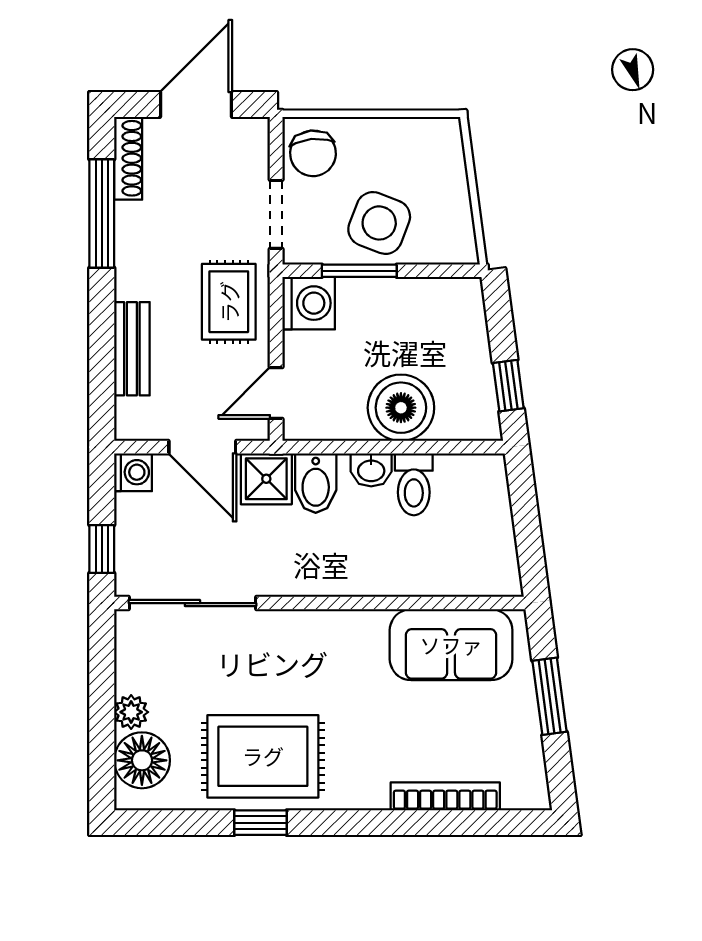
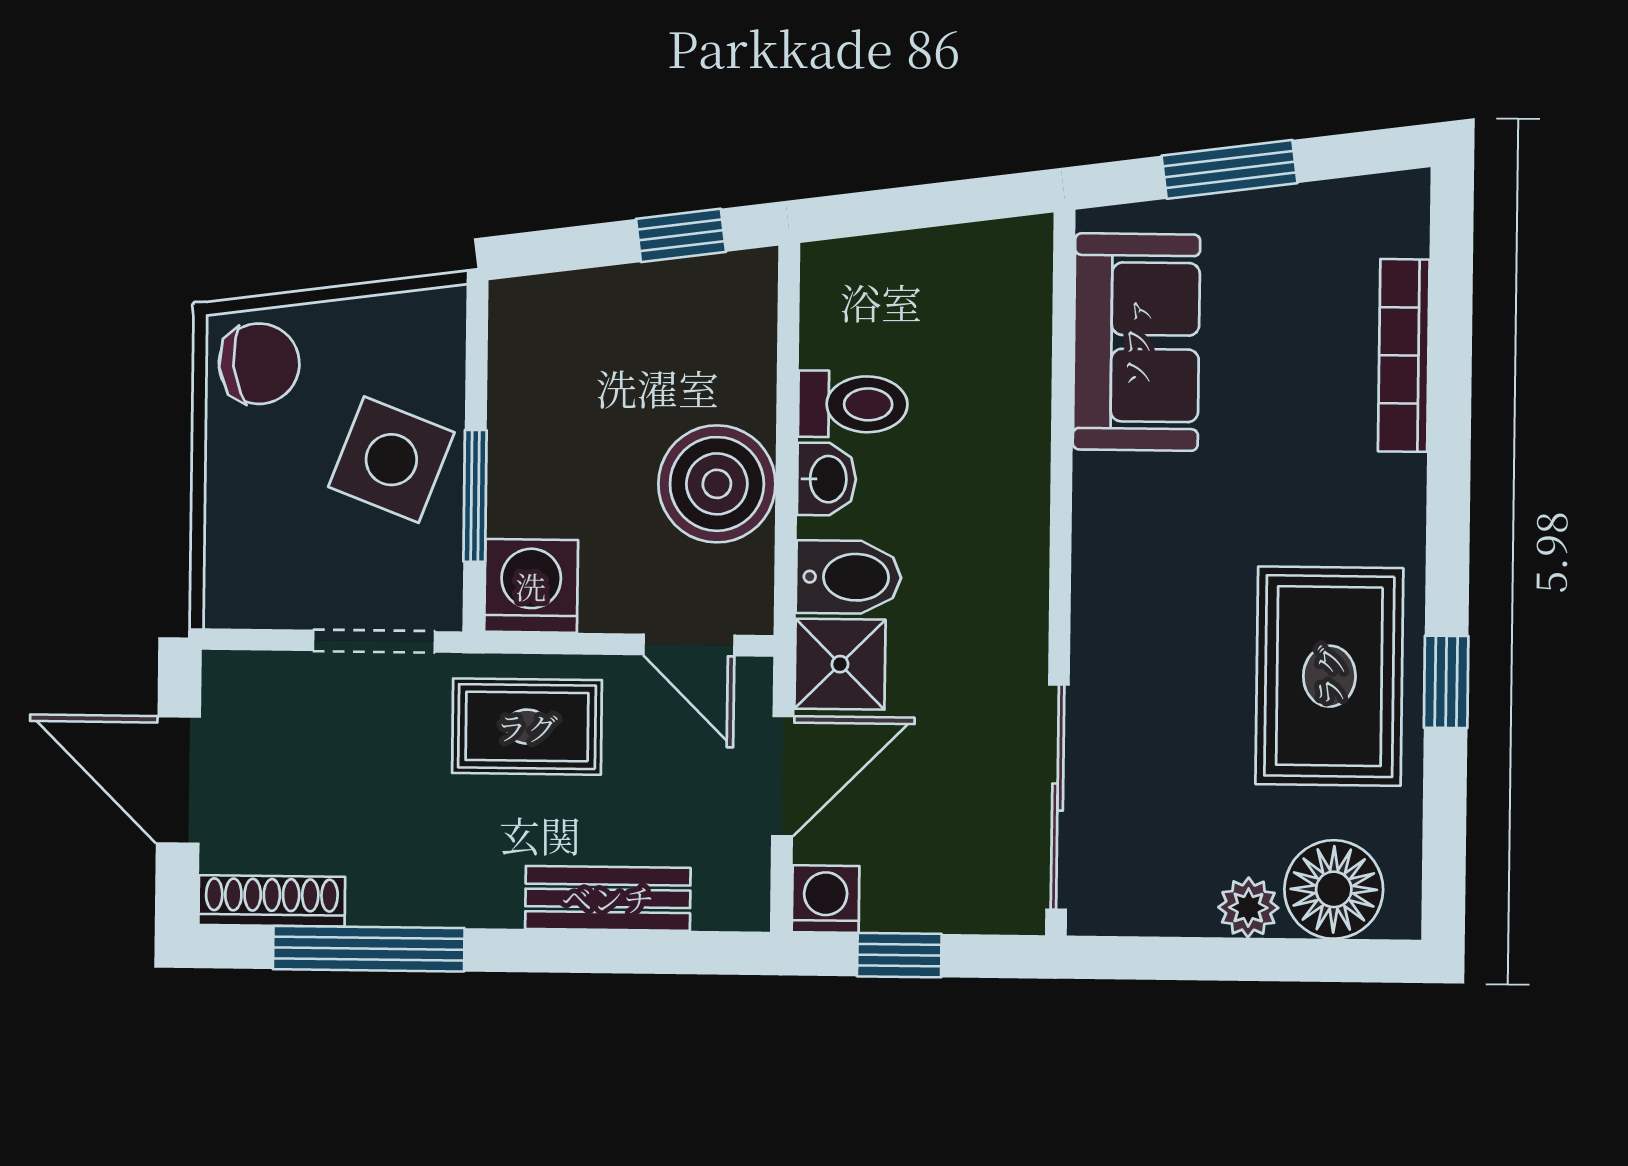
chair: (313, 153) -> (259, 364), moved
boiler: (401, 408) -> (717, 484), moved
window: (102, 549) -> (899, 955), moved

